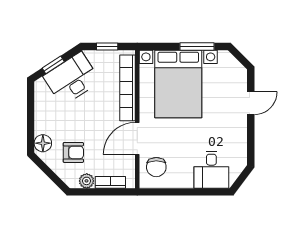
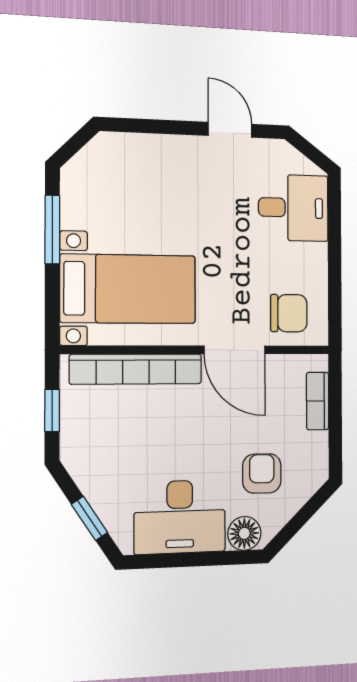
desk: (72, 79) -> (180, 517), moved, turned -57
bed with nightstands: (178, 84) -> (128, 289), width x0.73
door: (251, 103) -> (230, 130), moved
plant: (87, 181) -> (315, 447), removed

